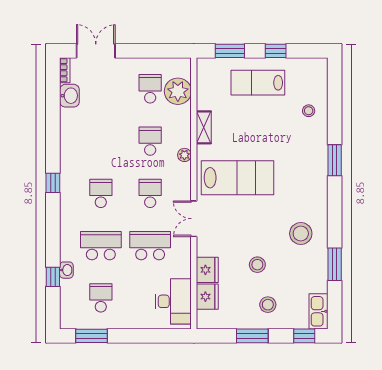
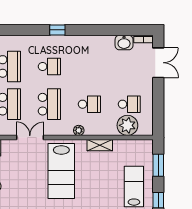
school desk: (150, 193) -> (49, 104), width x1.85

